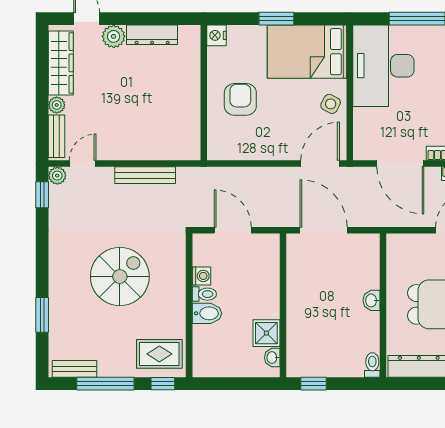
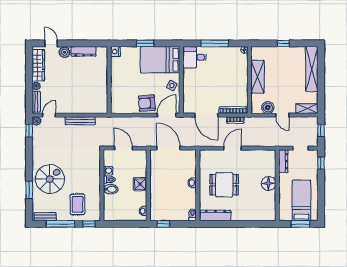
desk: (383, 66) -> (194, 57), width x0.53, depth x0.77
armchair: (240, 99) -> (147, 103), moved, turned -94
spiral stairs: (120, 277) -> (50, 179), moved
shower: (266, 333) -> (140, 184), moved
rug: (159, 354) -> (77, 204), moved, turned 90

